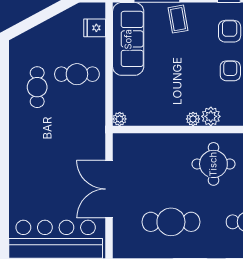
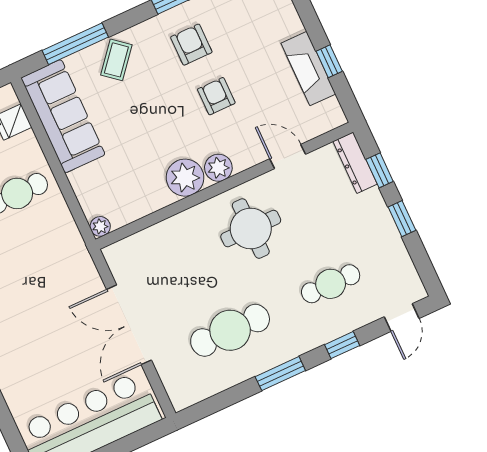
coffee table: (178, 19) -> (116, 60), turned 50
plant: (193, 119) -> (185, 178), width x1.88, depth x1.88

